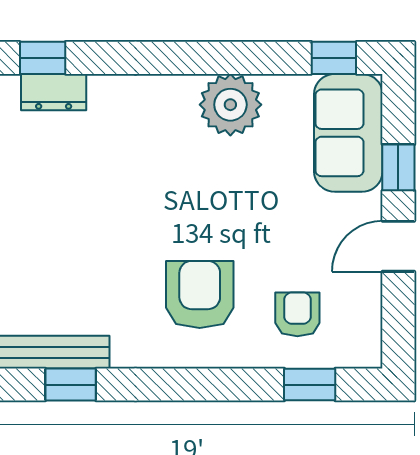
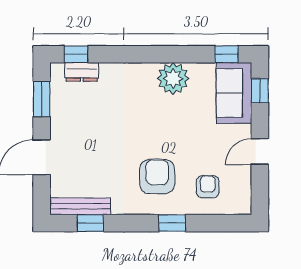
window: (398, 167) -> (260, 91), moved
window: (310, 385) -> (172, 223), moved

